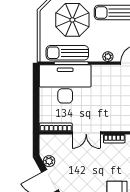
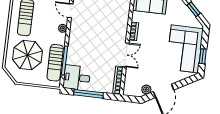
desk: (65, 84) -> (77, 78), width x0.53, depth x0.77
window: (36, 95) -> (88, 94), added

